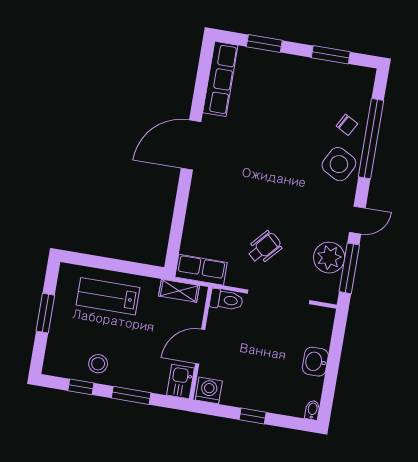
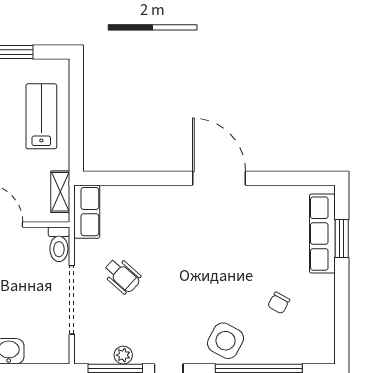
window: (331, 55) -> (342, 312), removed
row of seats: (220, 79) -> (322, 234), moved, turned 90
chair: (347, 125) -> (279, 303), moved
plant: (329, 258) -> (123, 355), width x0.53, depth x0.53

